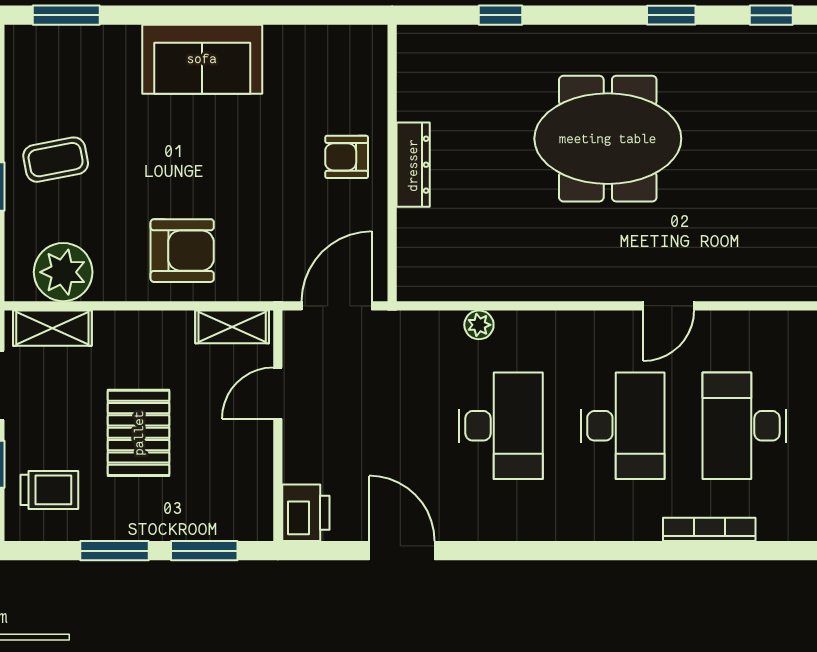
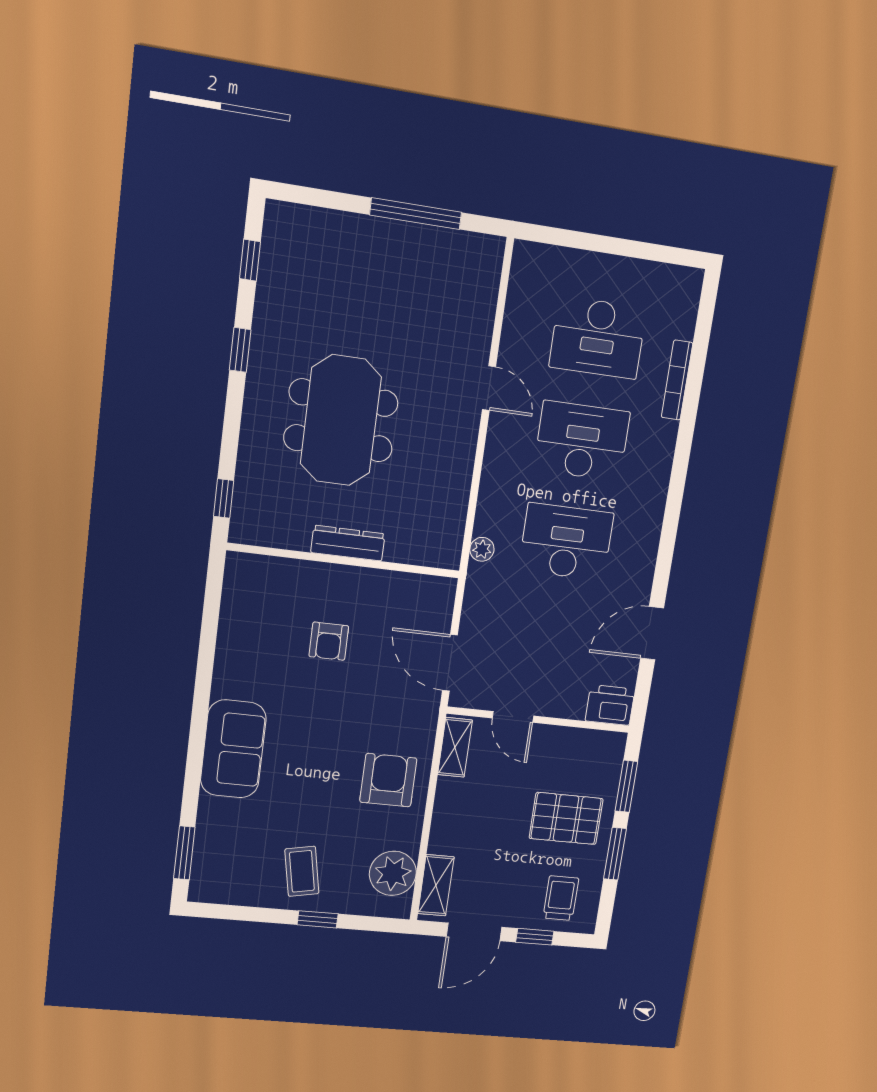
wall: (392, 163) -> (344, 561), moved
dresser: (413, 165) -> (348, 543), moved
pallet: (139, 433) -> (566, 818), moved

